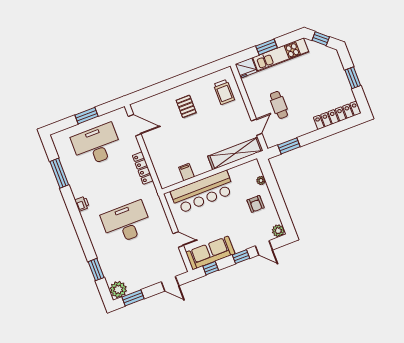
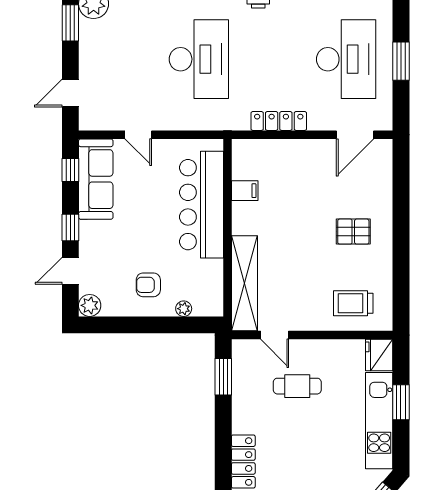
door: (178, 239) -> (138, 135), hinge flipped

